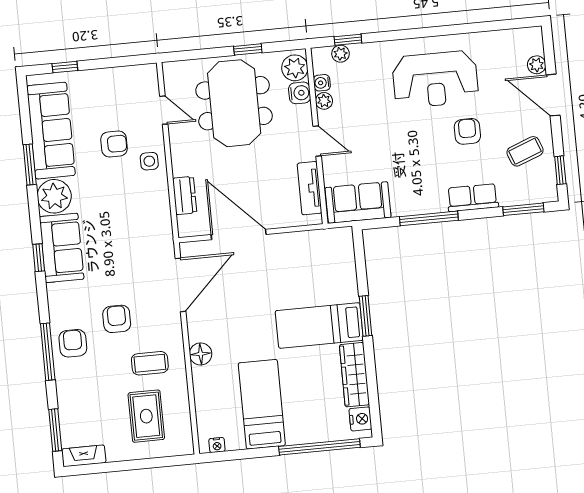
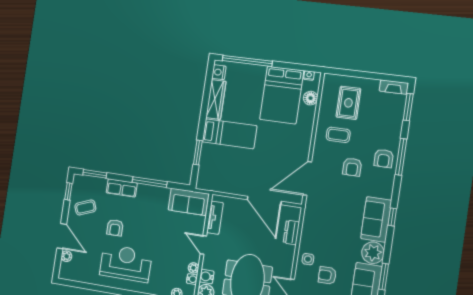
window: (365, 316) -> (198, 153), moved
floor lamp: (201, 354) -> (311, 98), moved
bed: (262, 404) -> (282, 95), width x1.50

